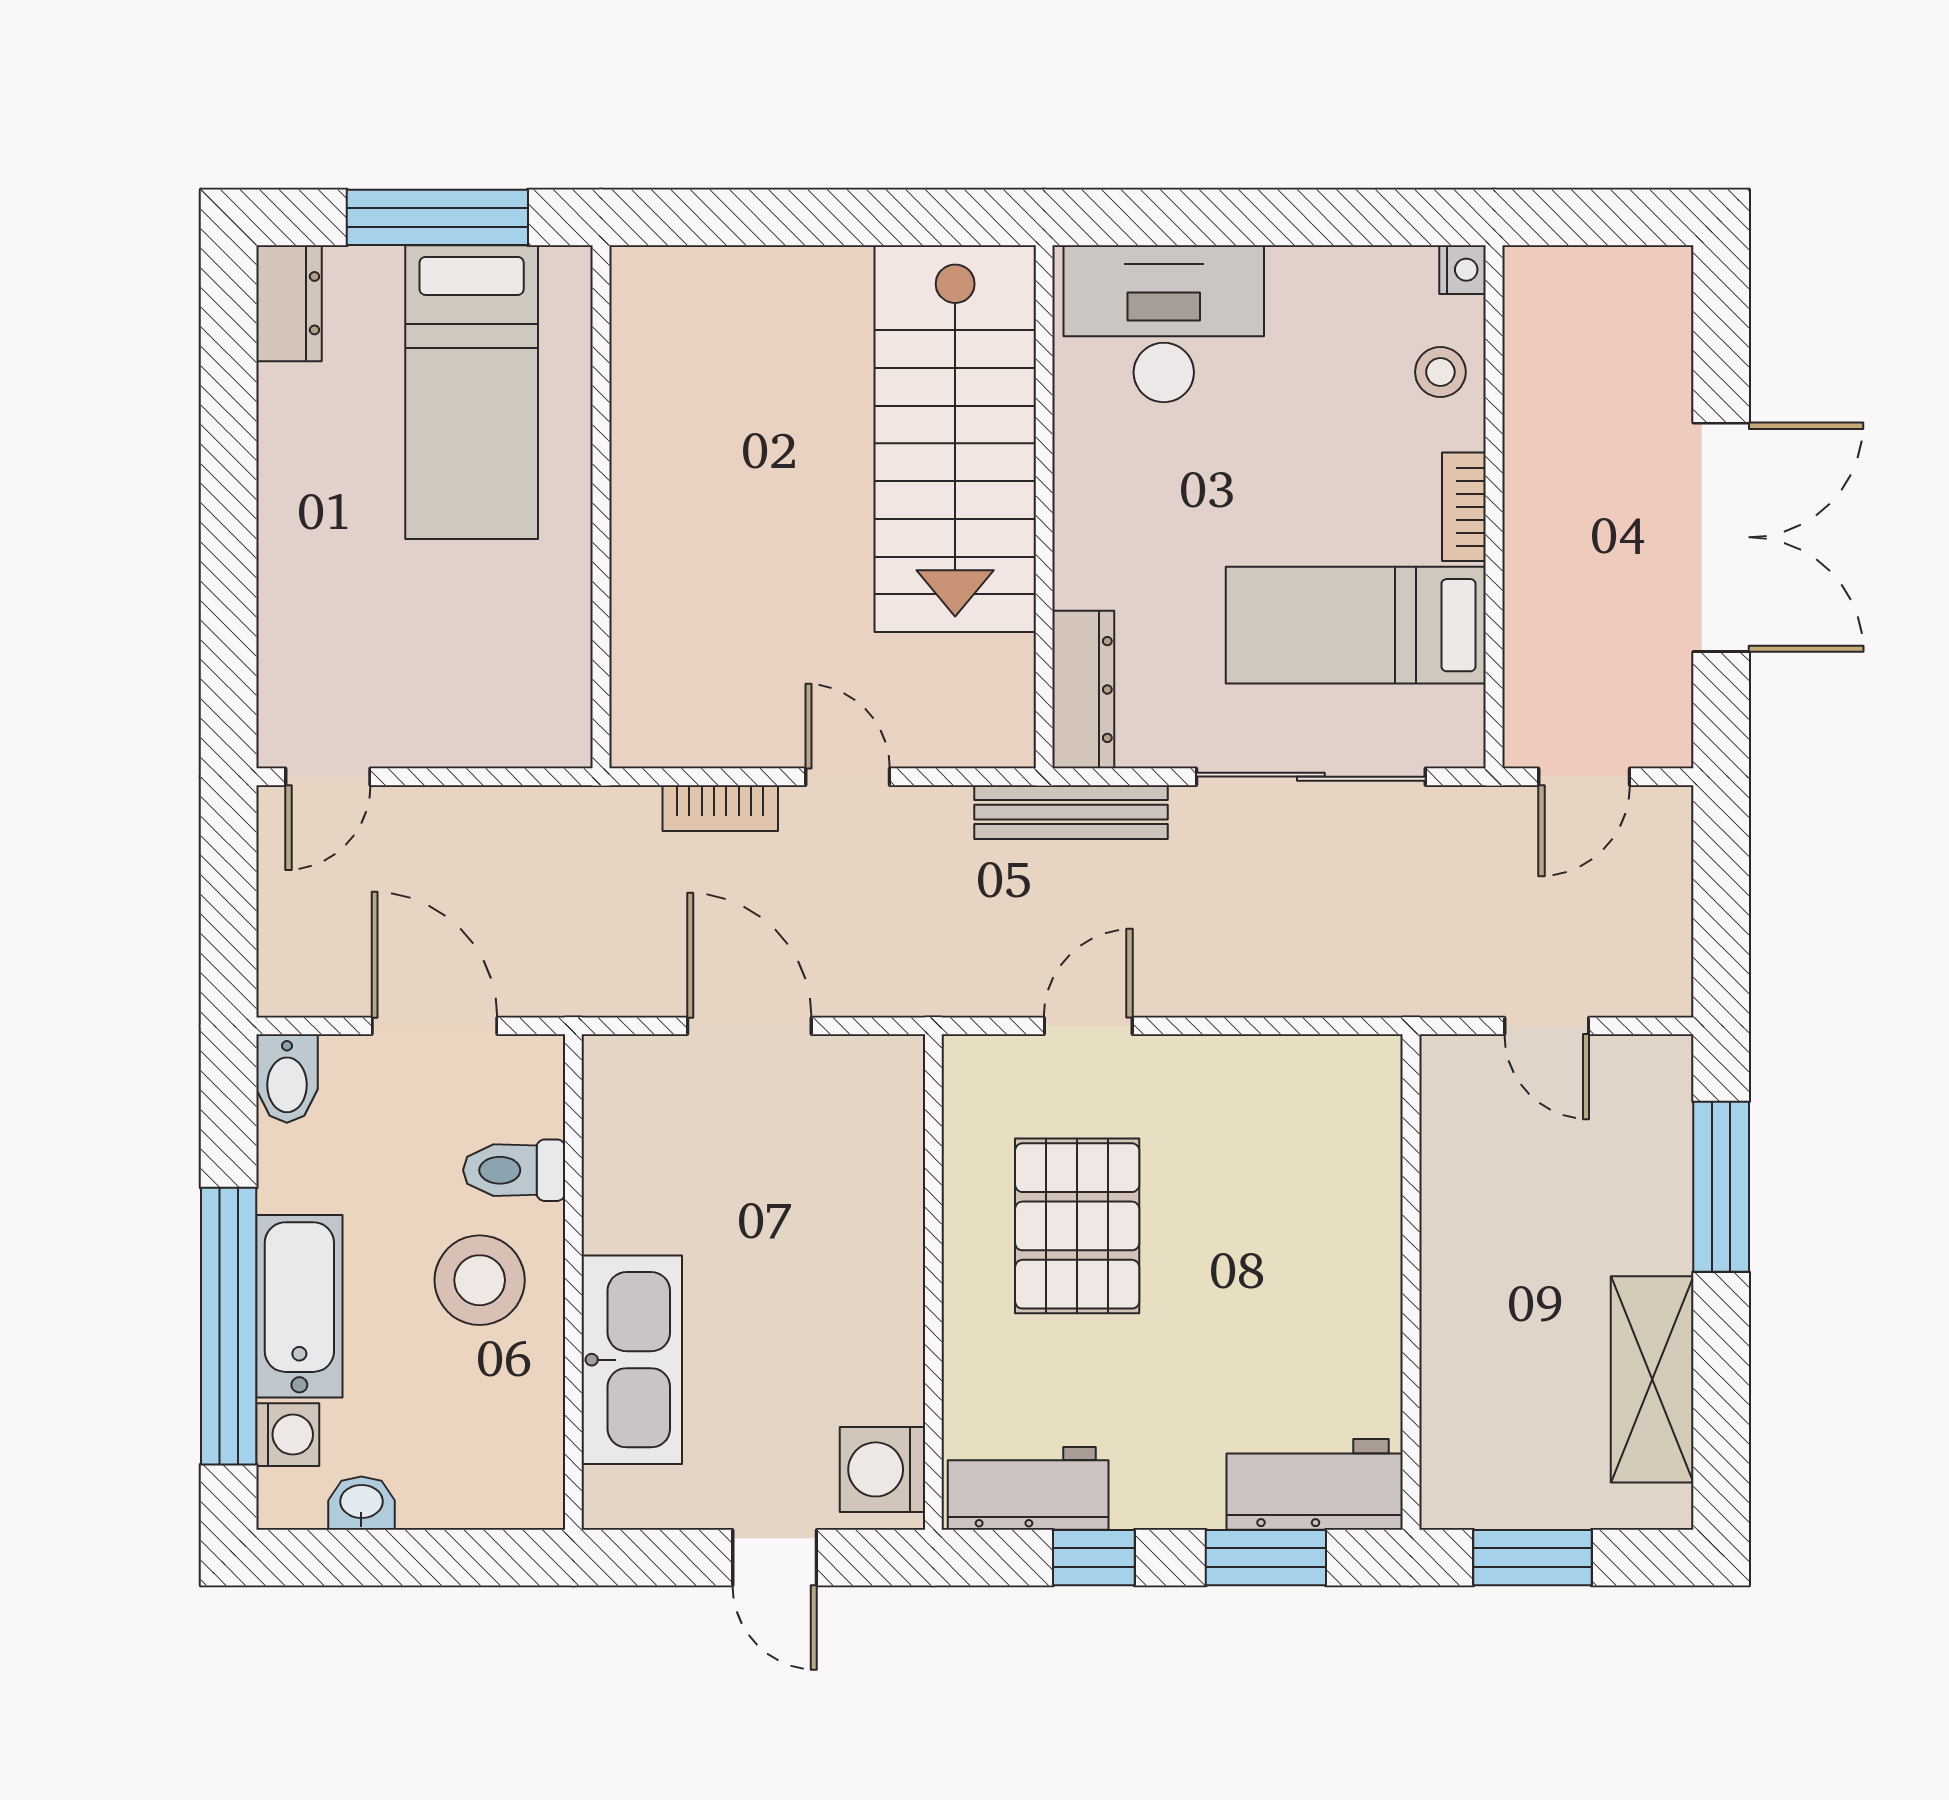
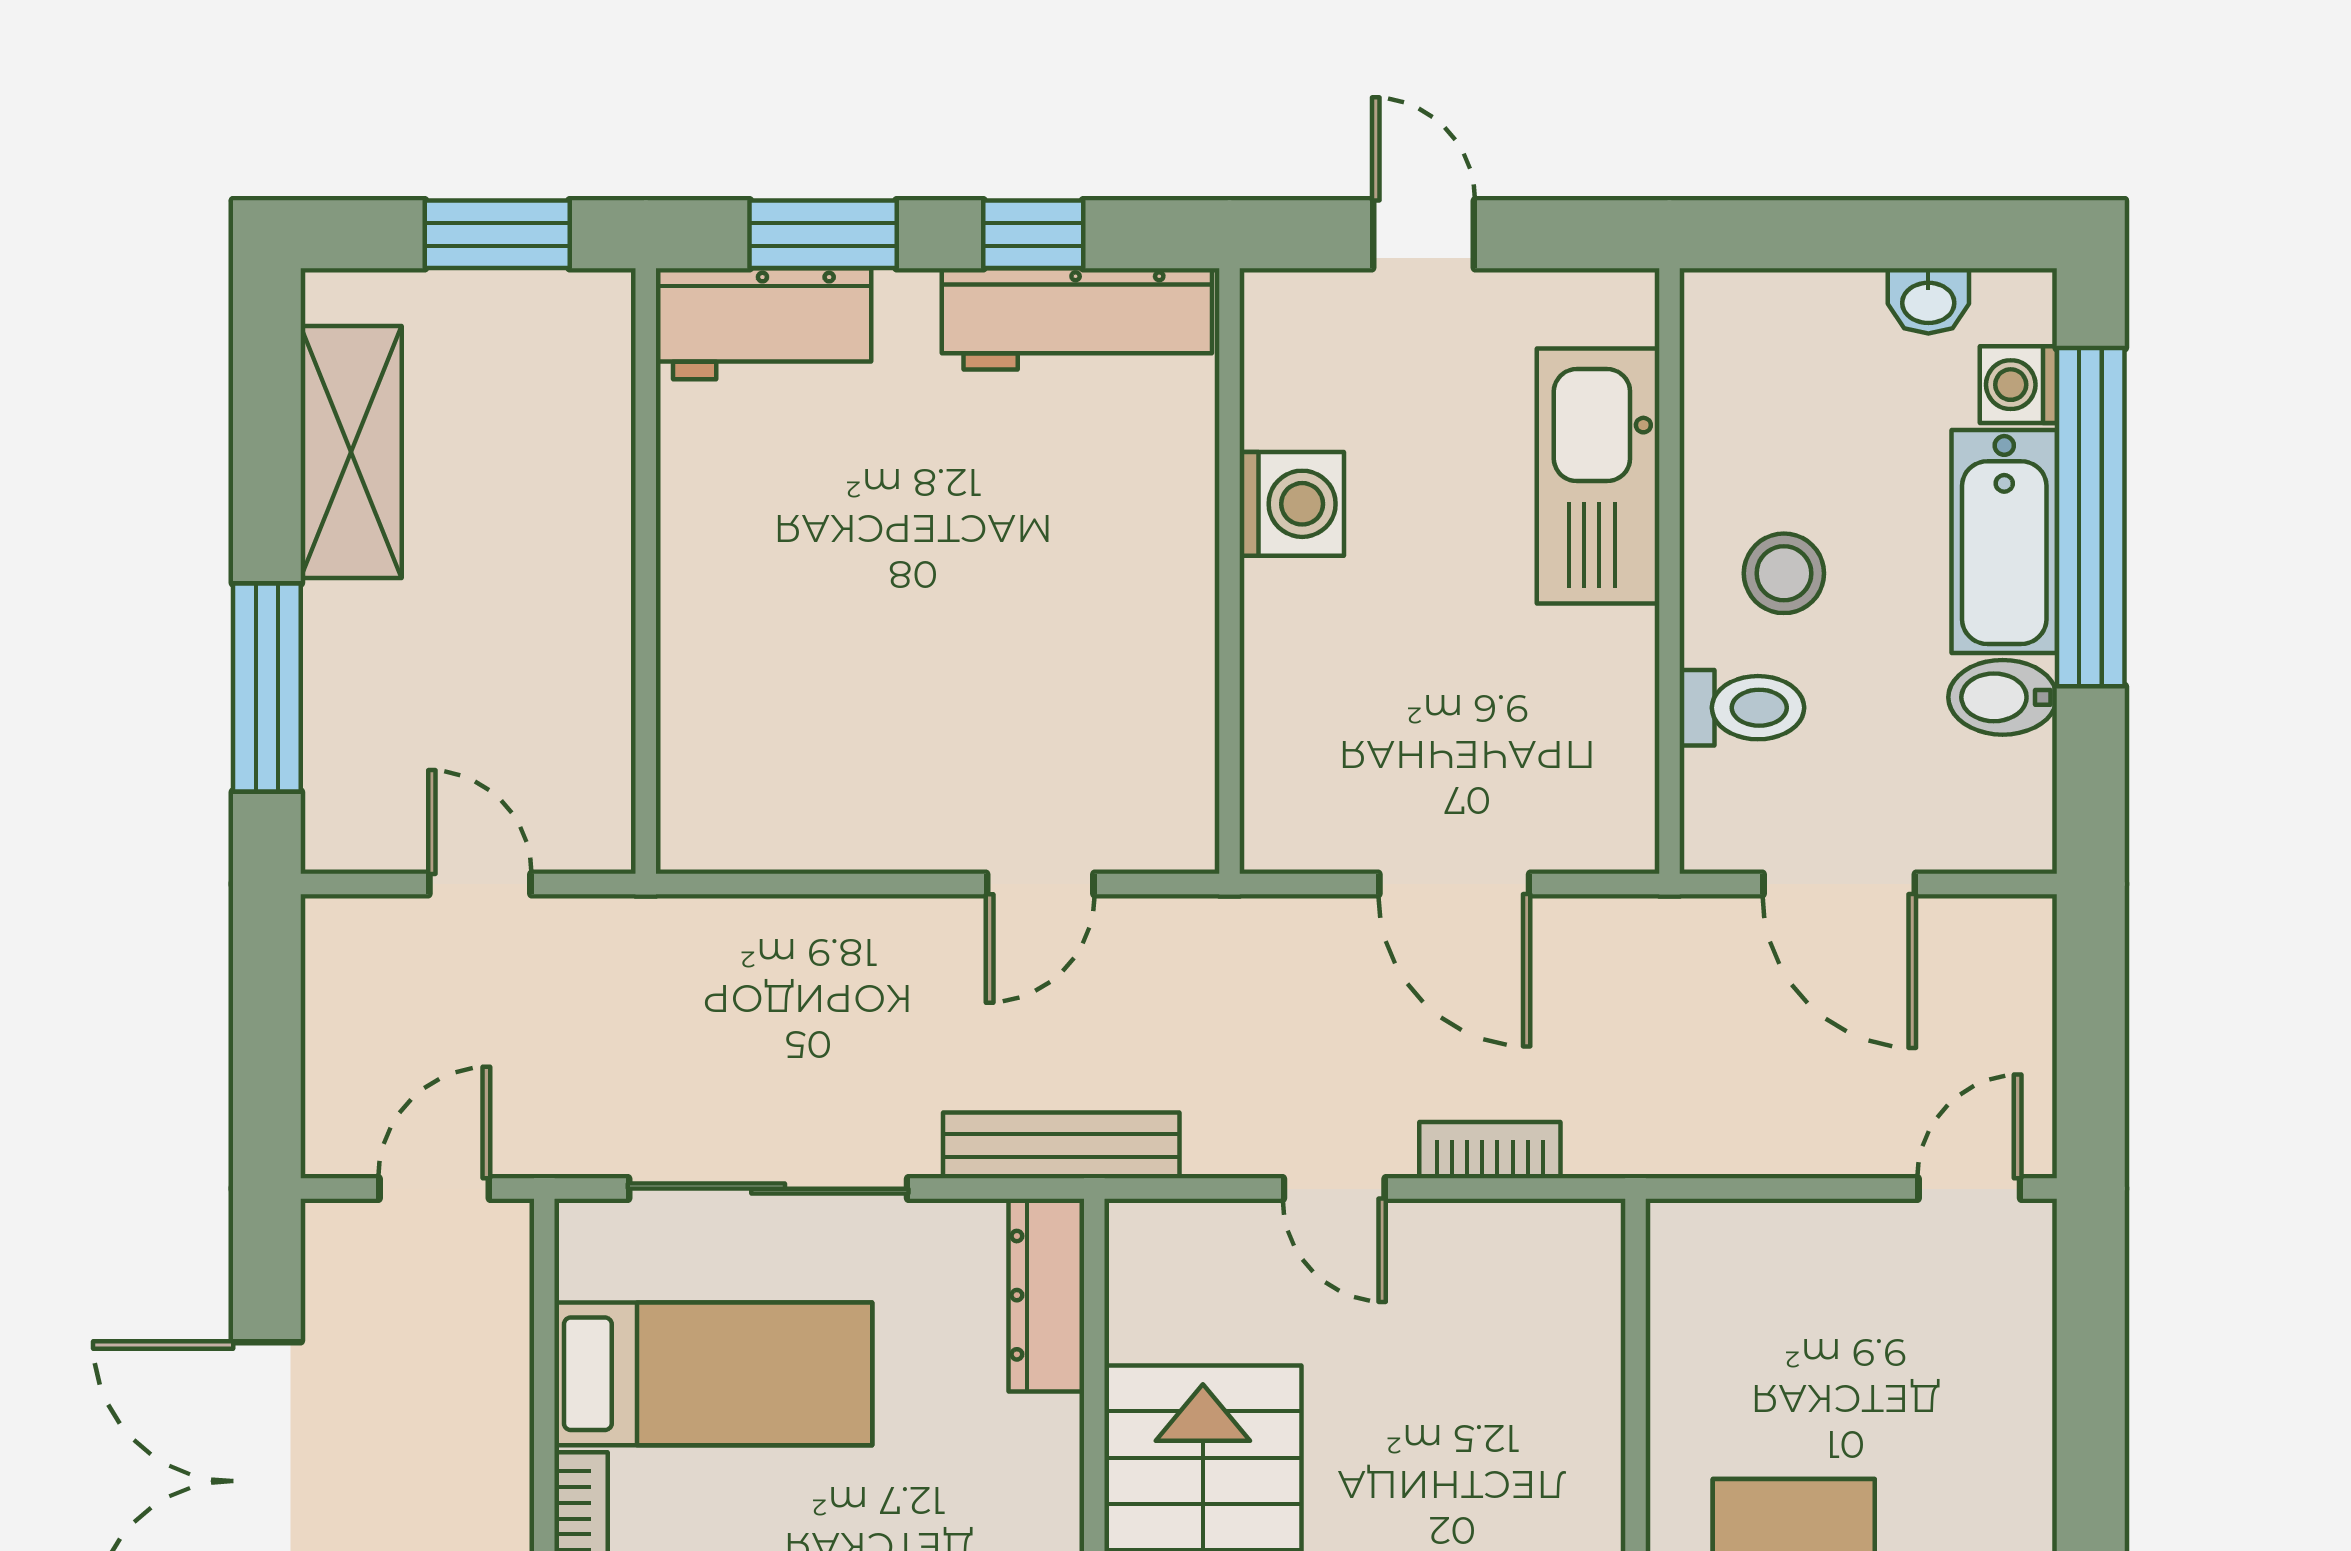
bidet: (287, 1079) -> (2003, 697), moved, turned -90
pallet: (1077, 1226) -> (1054, 640), removed
stool: (480, 1280) -> (1784, 573), width x0.73, depth x0.73
washing machine: (882, 1469) -> (1292, 504), moved
workbench: (1028, 1488) -> (1077, 319), width x1.38

